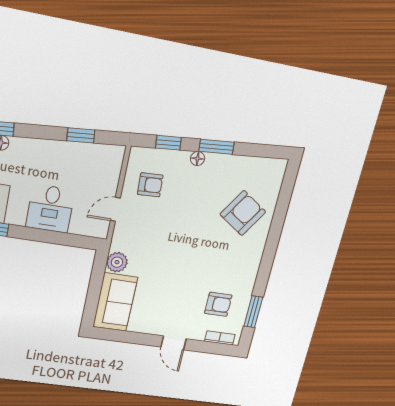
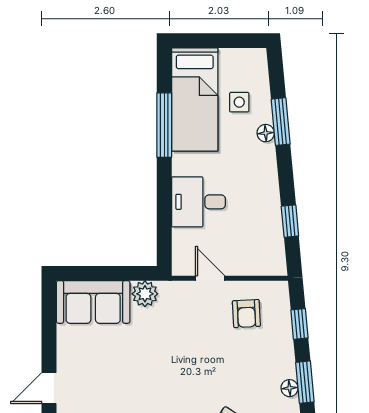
floor lamp: (198, 159) -> (289, 388), moved

